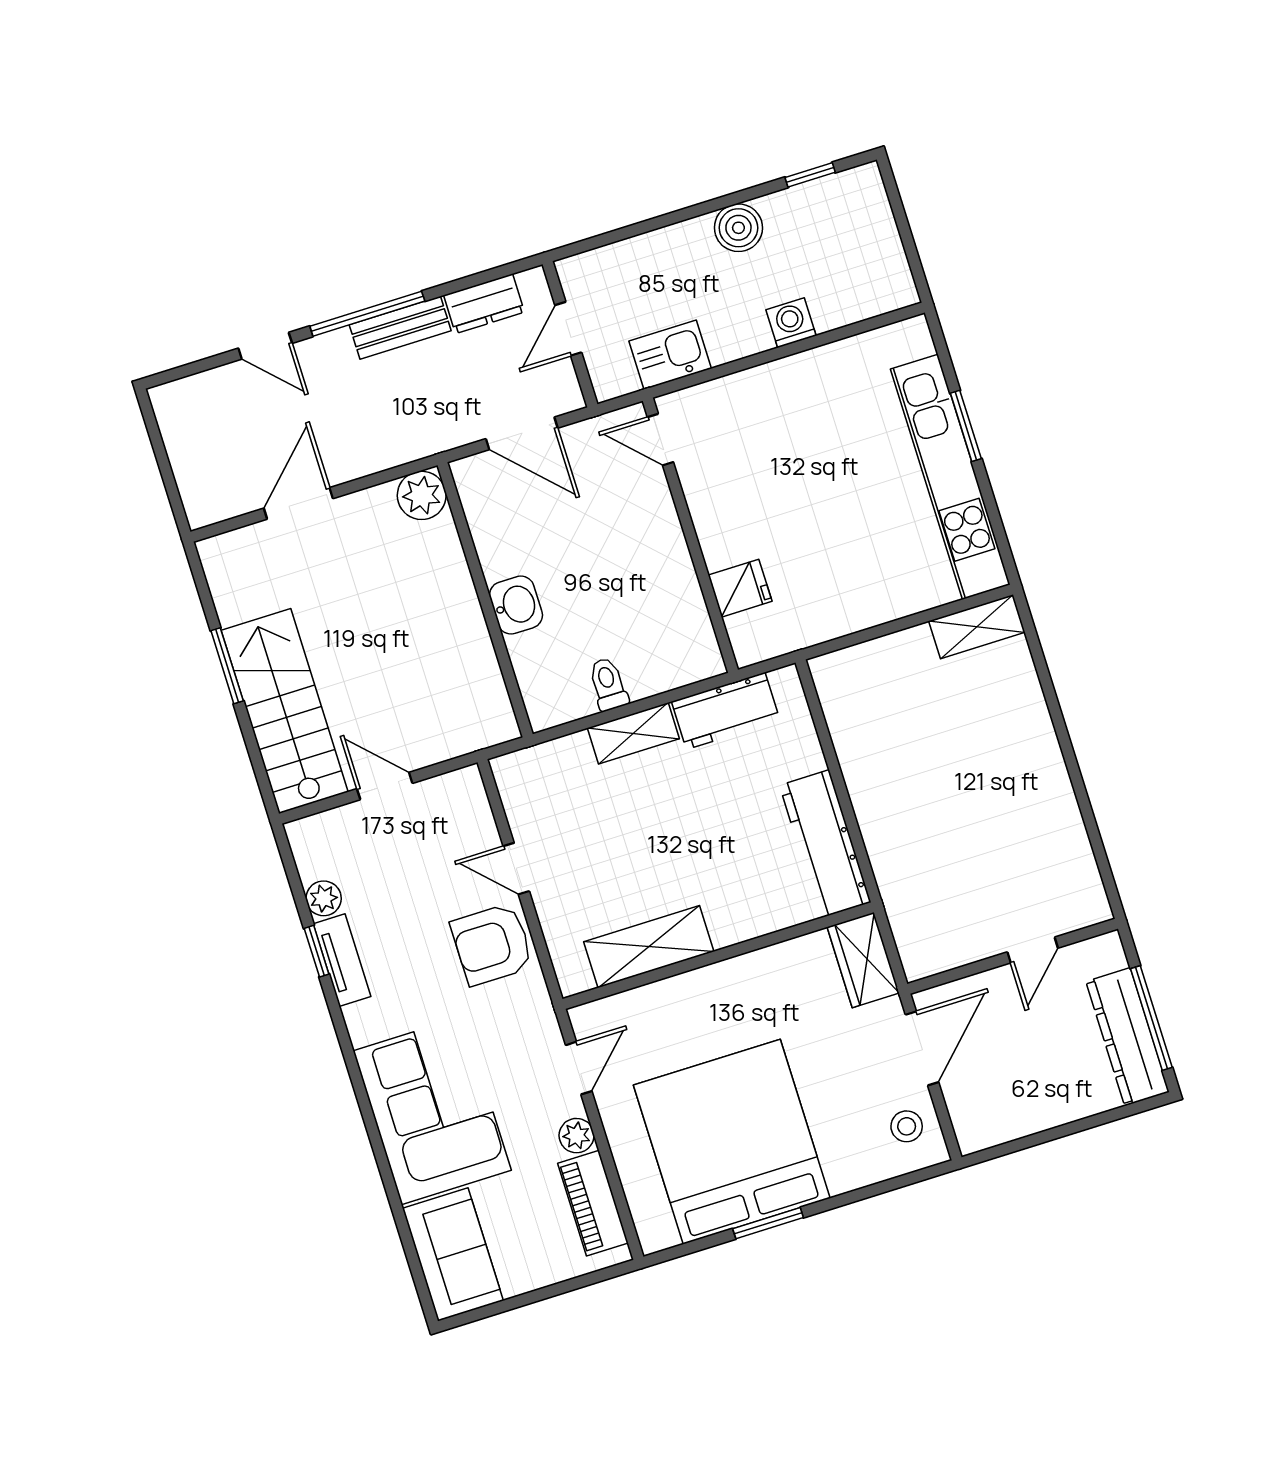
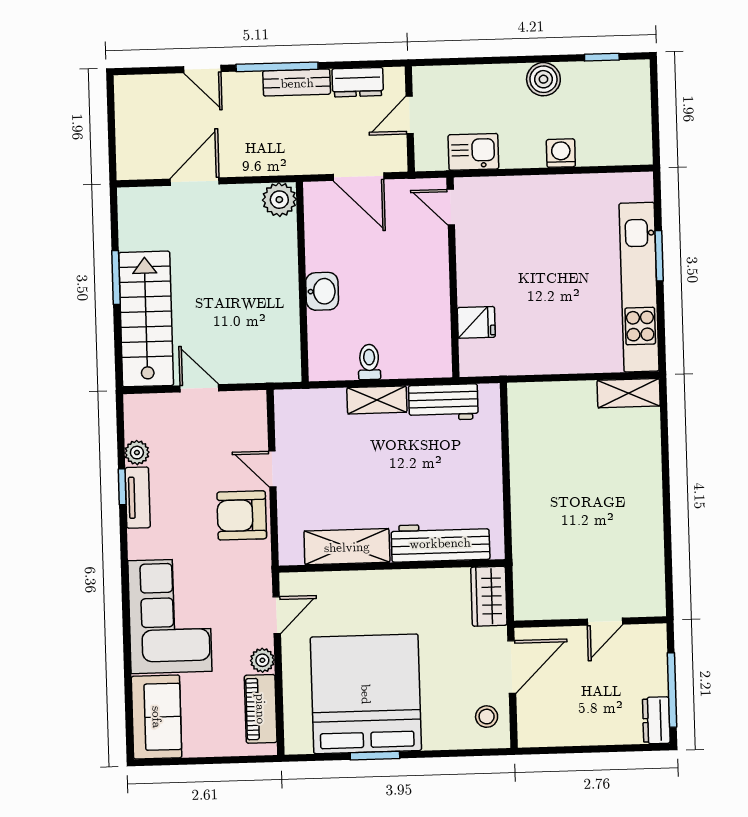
workbench: (825, 844) -> (440, 543), moved, turned 90
dresser: (1127, 1037) -> (656, 720), width x0.51, depth x0.80

